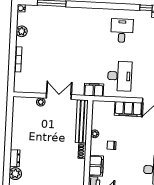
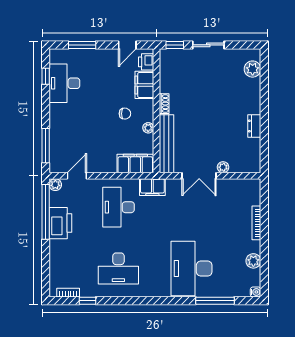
desk: (68, 28) -> (191, 269), added
desk: (122, 31) -> (118, 269), width x1.37
filing cabinet: (128, 109) -> (135, 163), moved
dresser: (15, 158) -> (254, 126), moved

